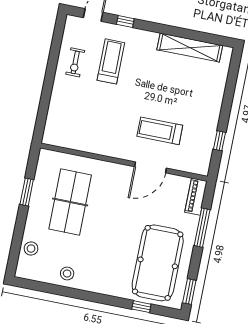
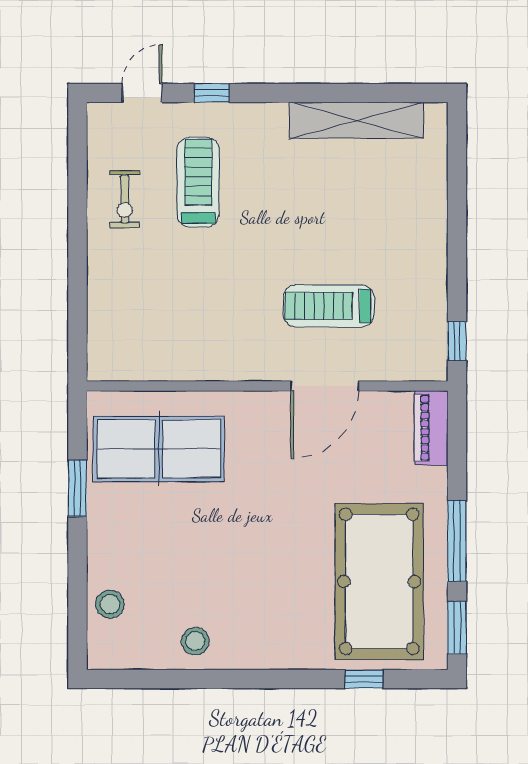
window: (219, 141) -> (457, 341), moved
table tennis table: (70, 202) -> (159, 449), moved, turned 90
window: (202, 228) -> (457, 541), moved

